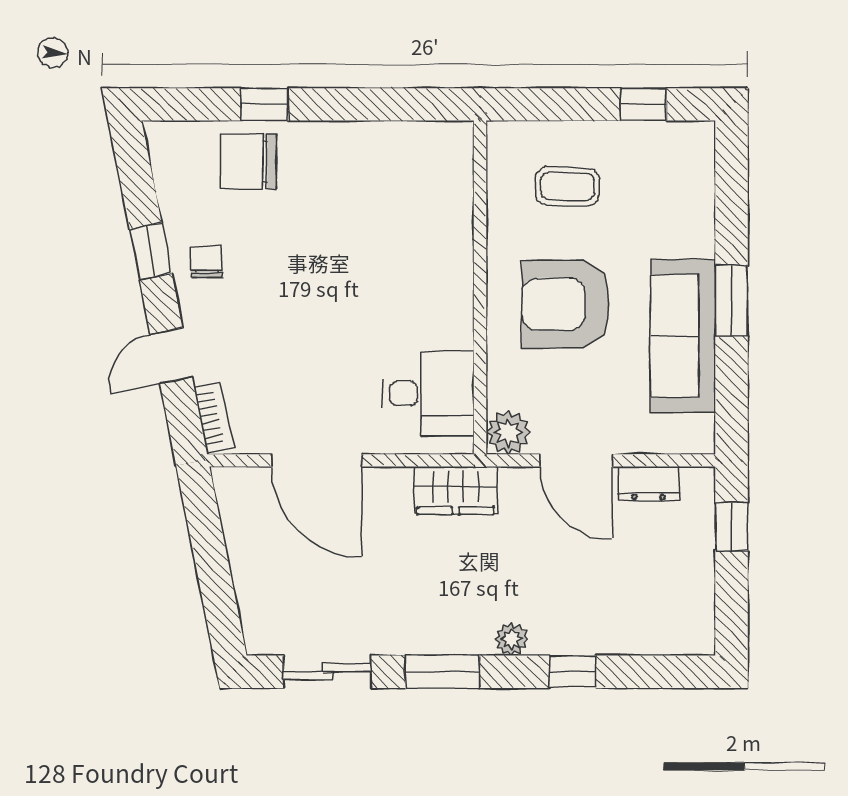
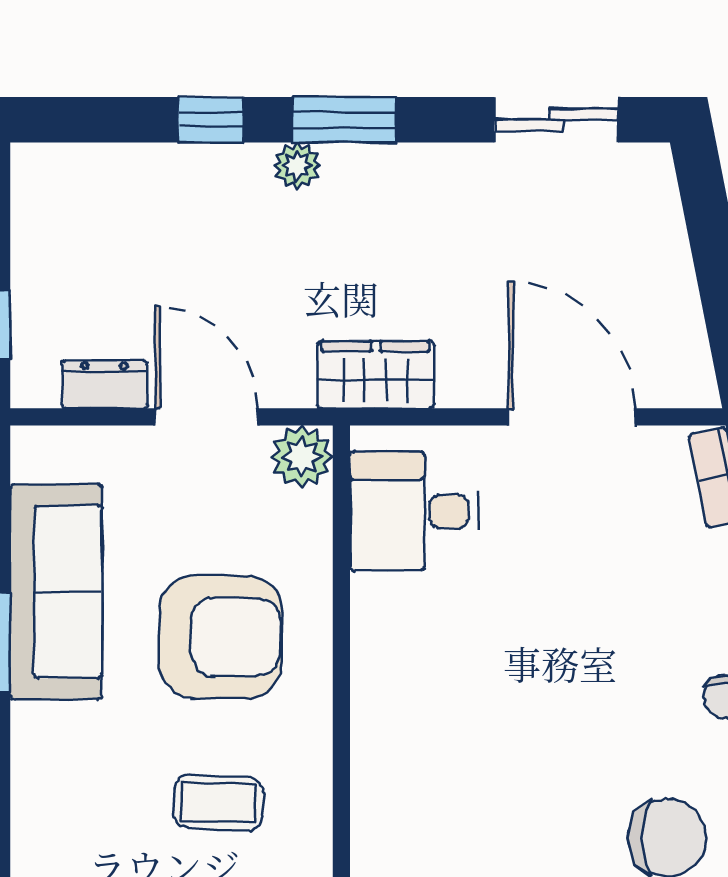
window: (442, 672) -> (344, 120), moved

